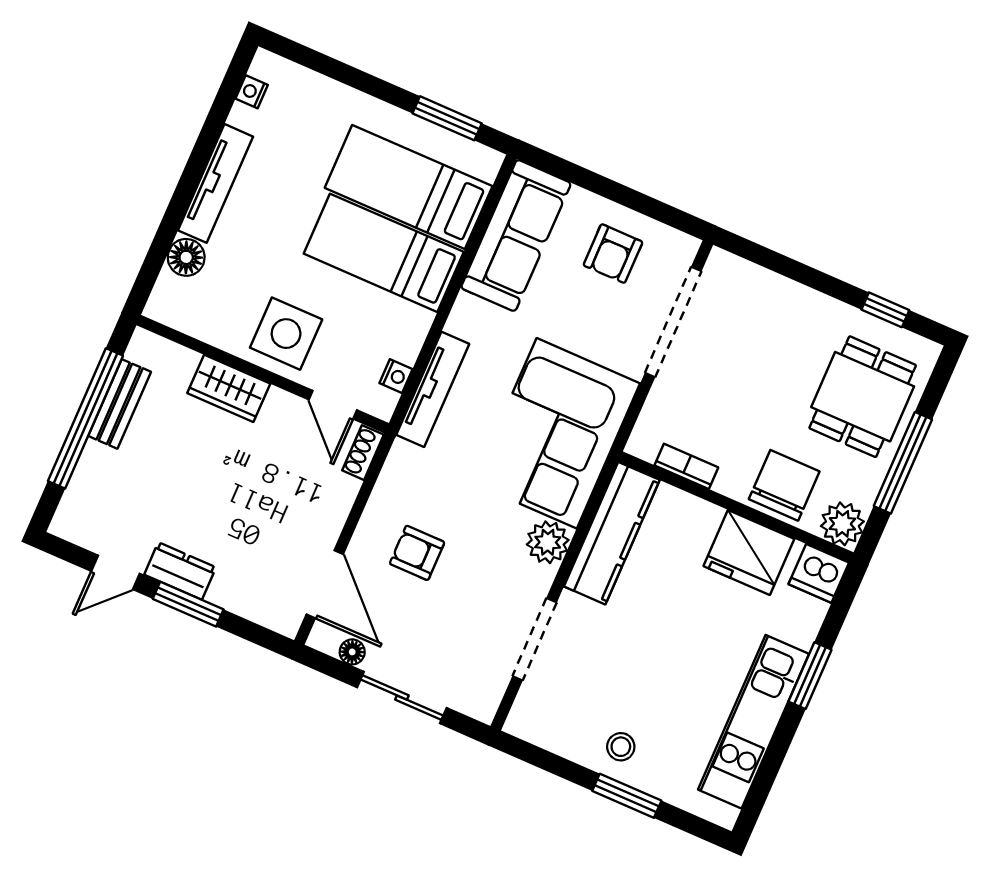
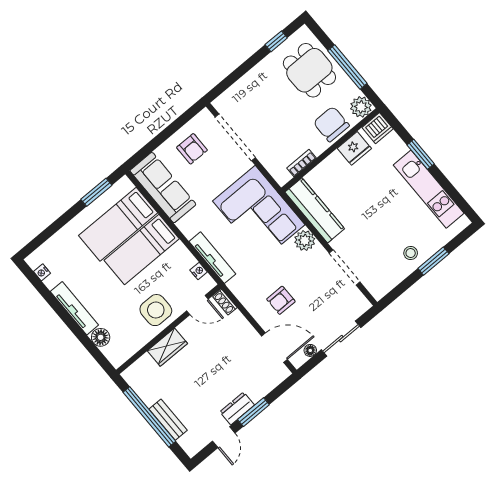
bench: (120, 404) -> (168, 420), moved
fridge: (749, 552) -> (354, 148), width x0.73, depth x0.75

